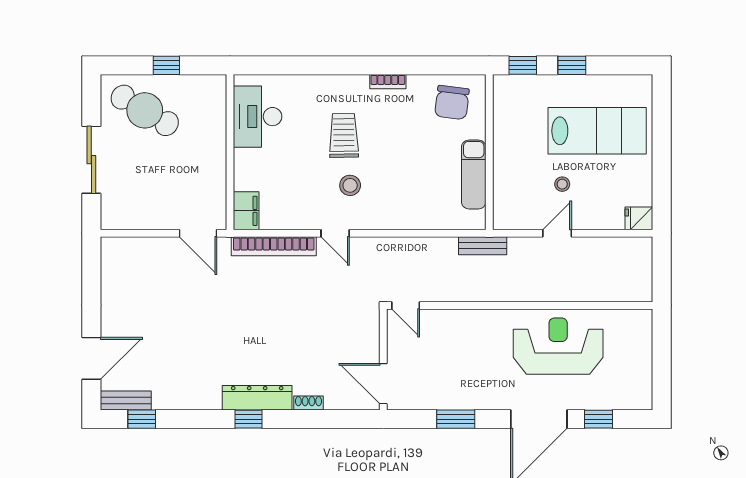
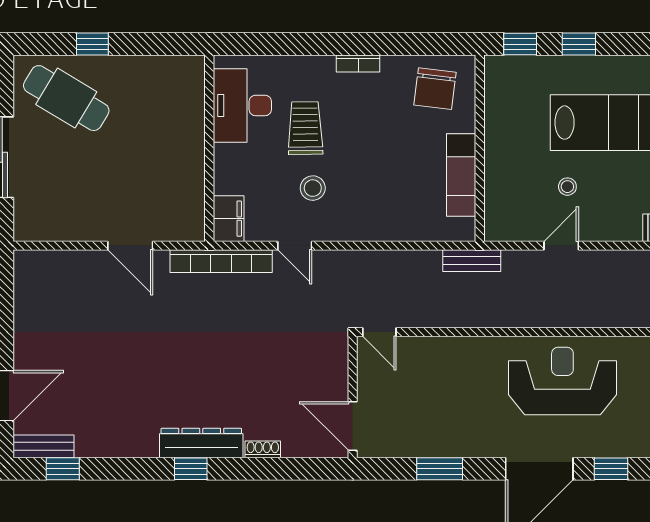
desk: (258, 117) -> (242, 105), moved
wall: (230, 152) -> (209, 148), moved
filing cabinet: (246, 211) -> (229, 219), moved

